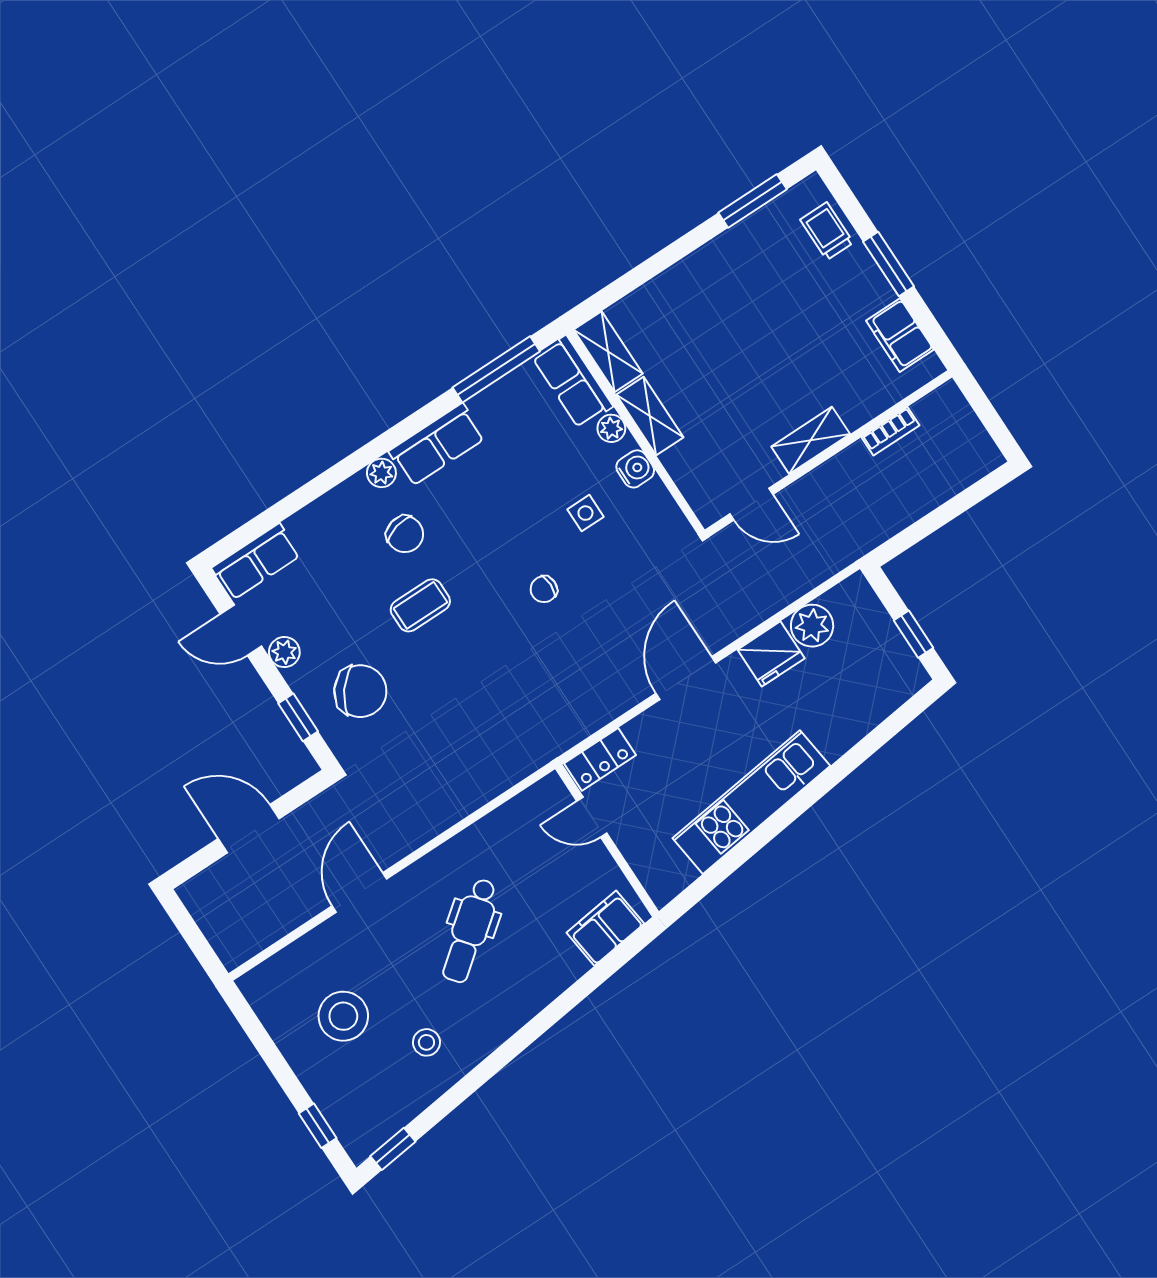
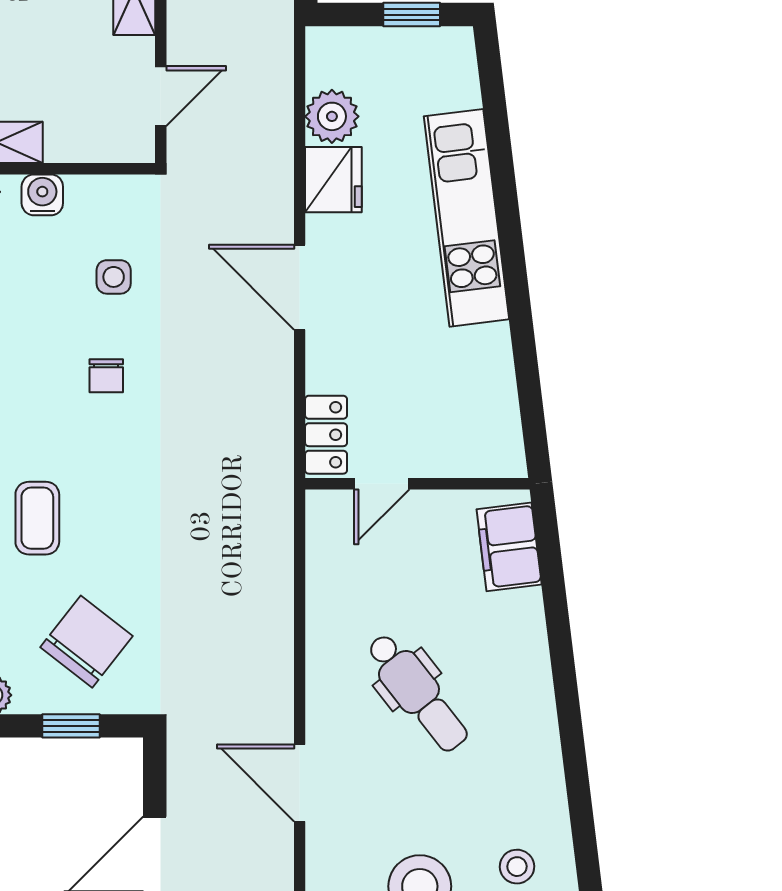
side table: (585, 513) -> (114, 277), moved
kitchen unit: (751, 802) -> (466, 218), moved
stool: (426, 1042) -> (517, 867), moved

